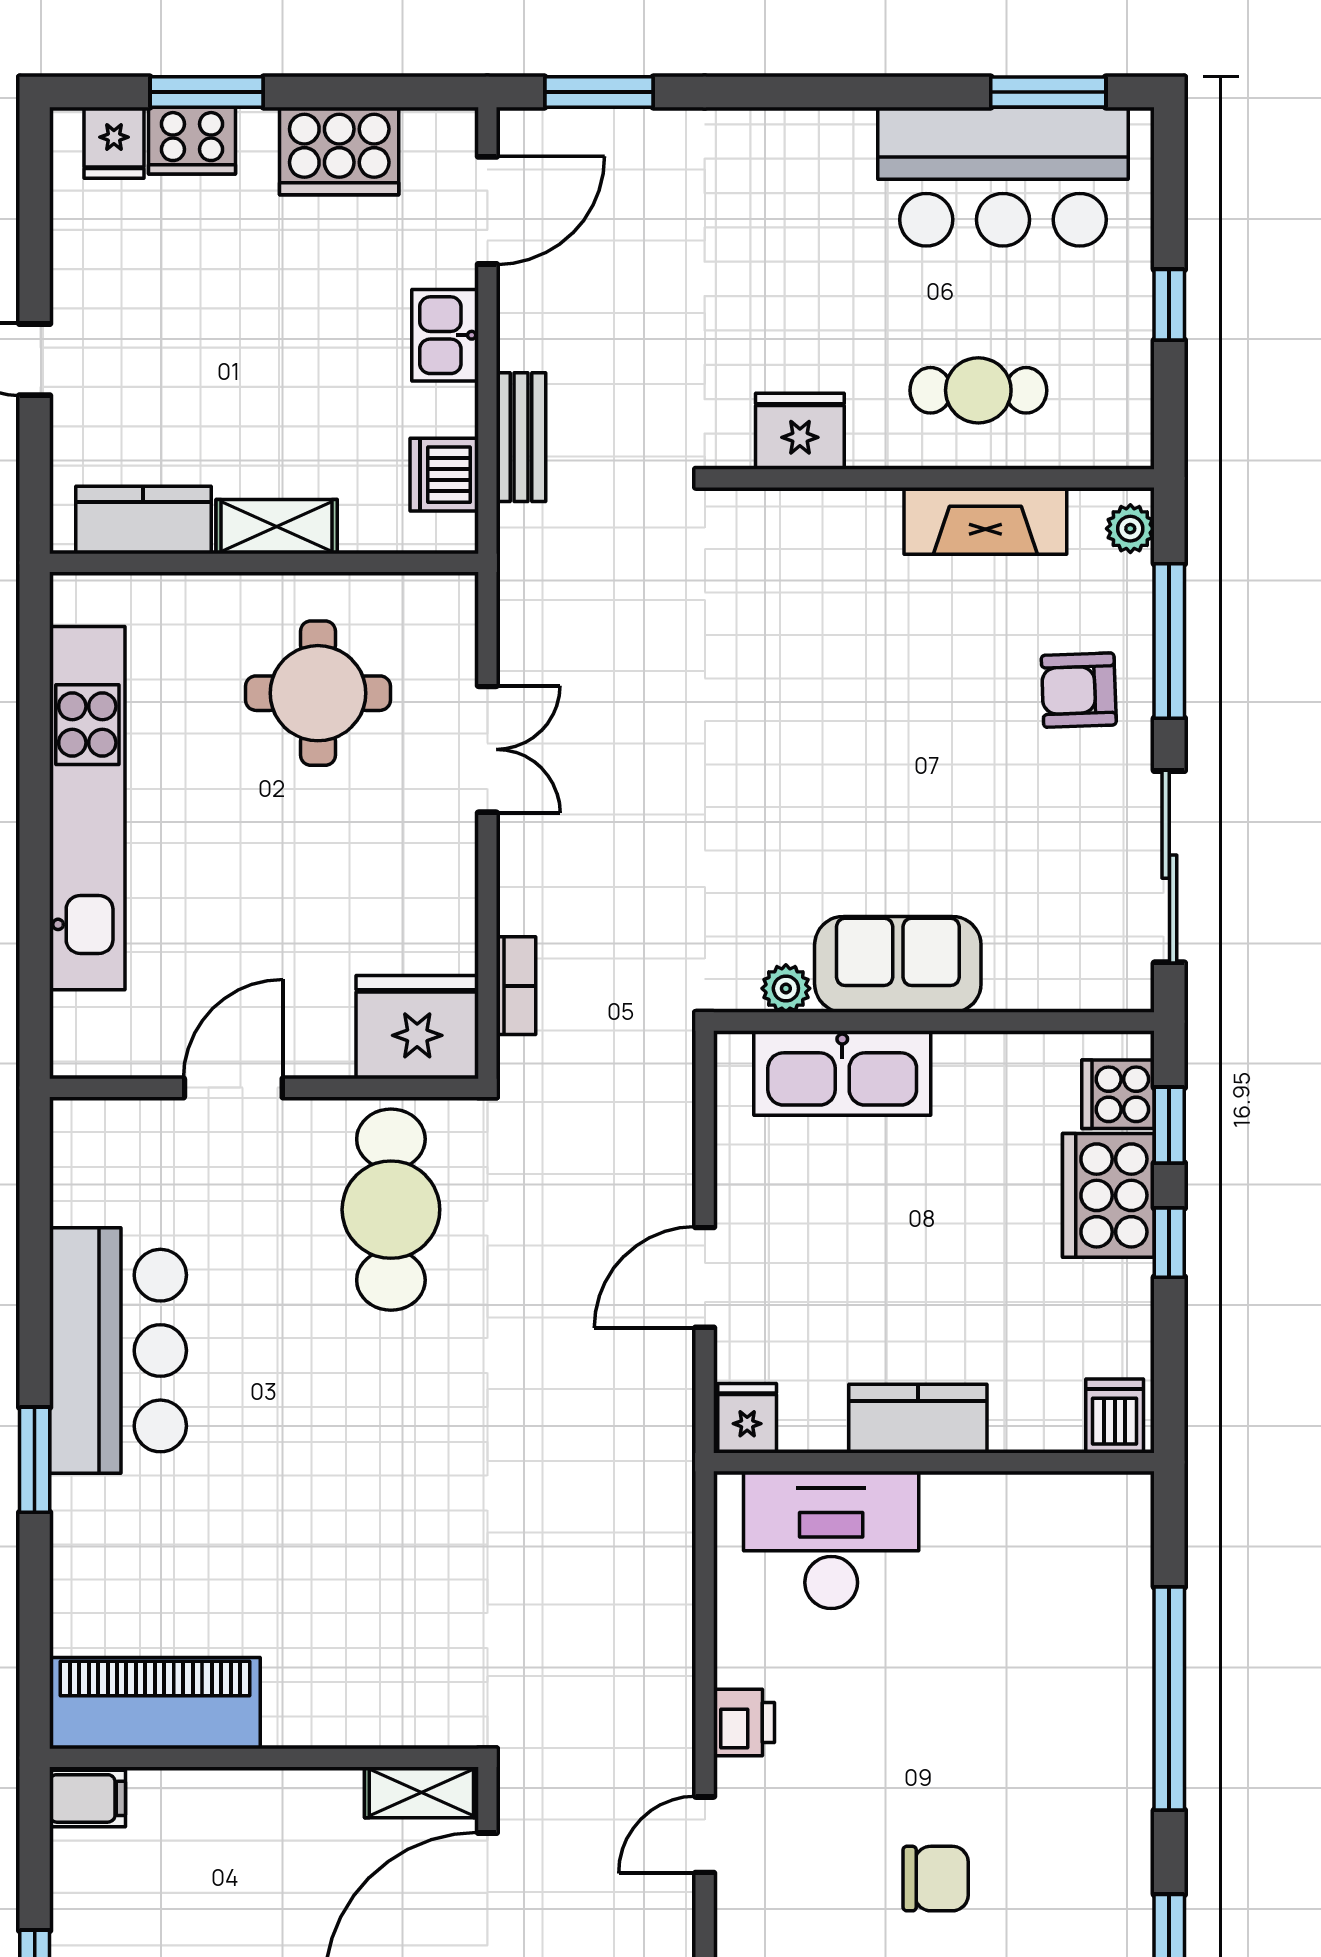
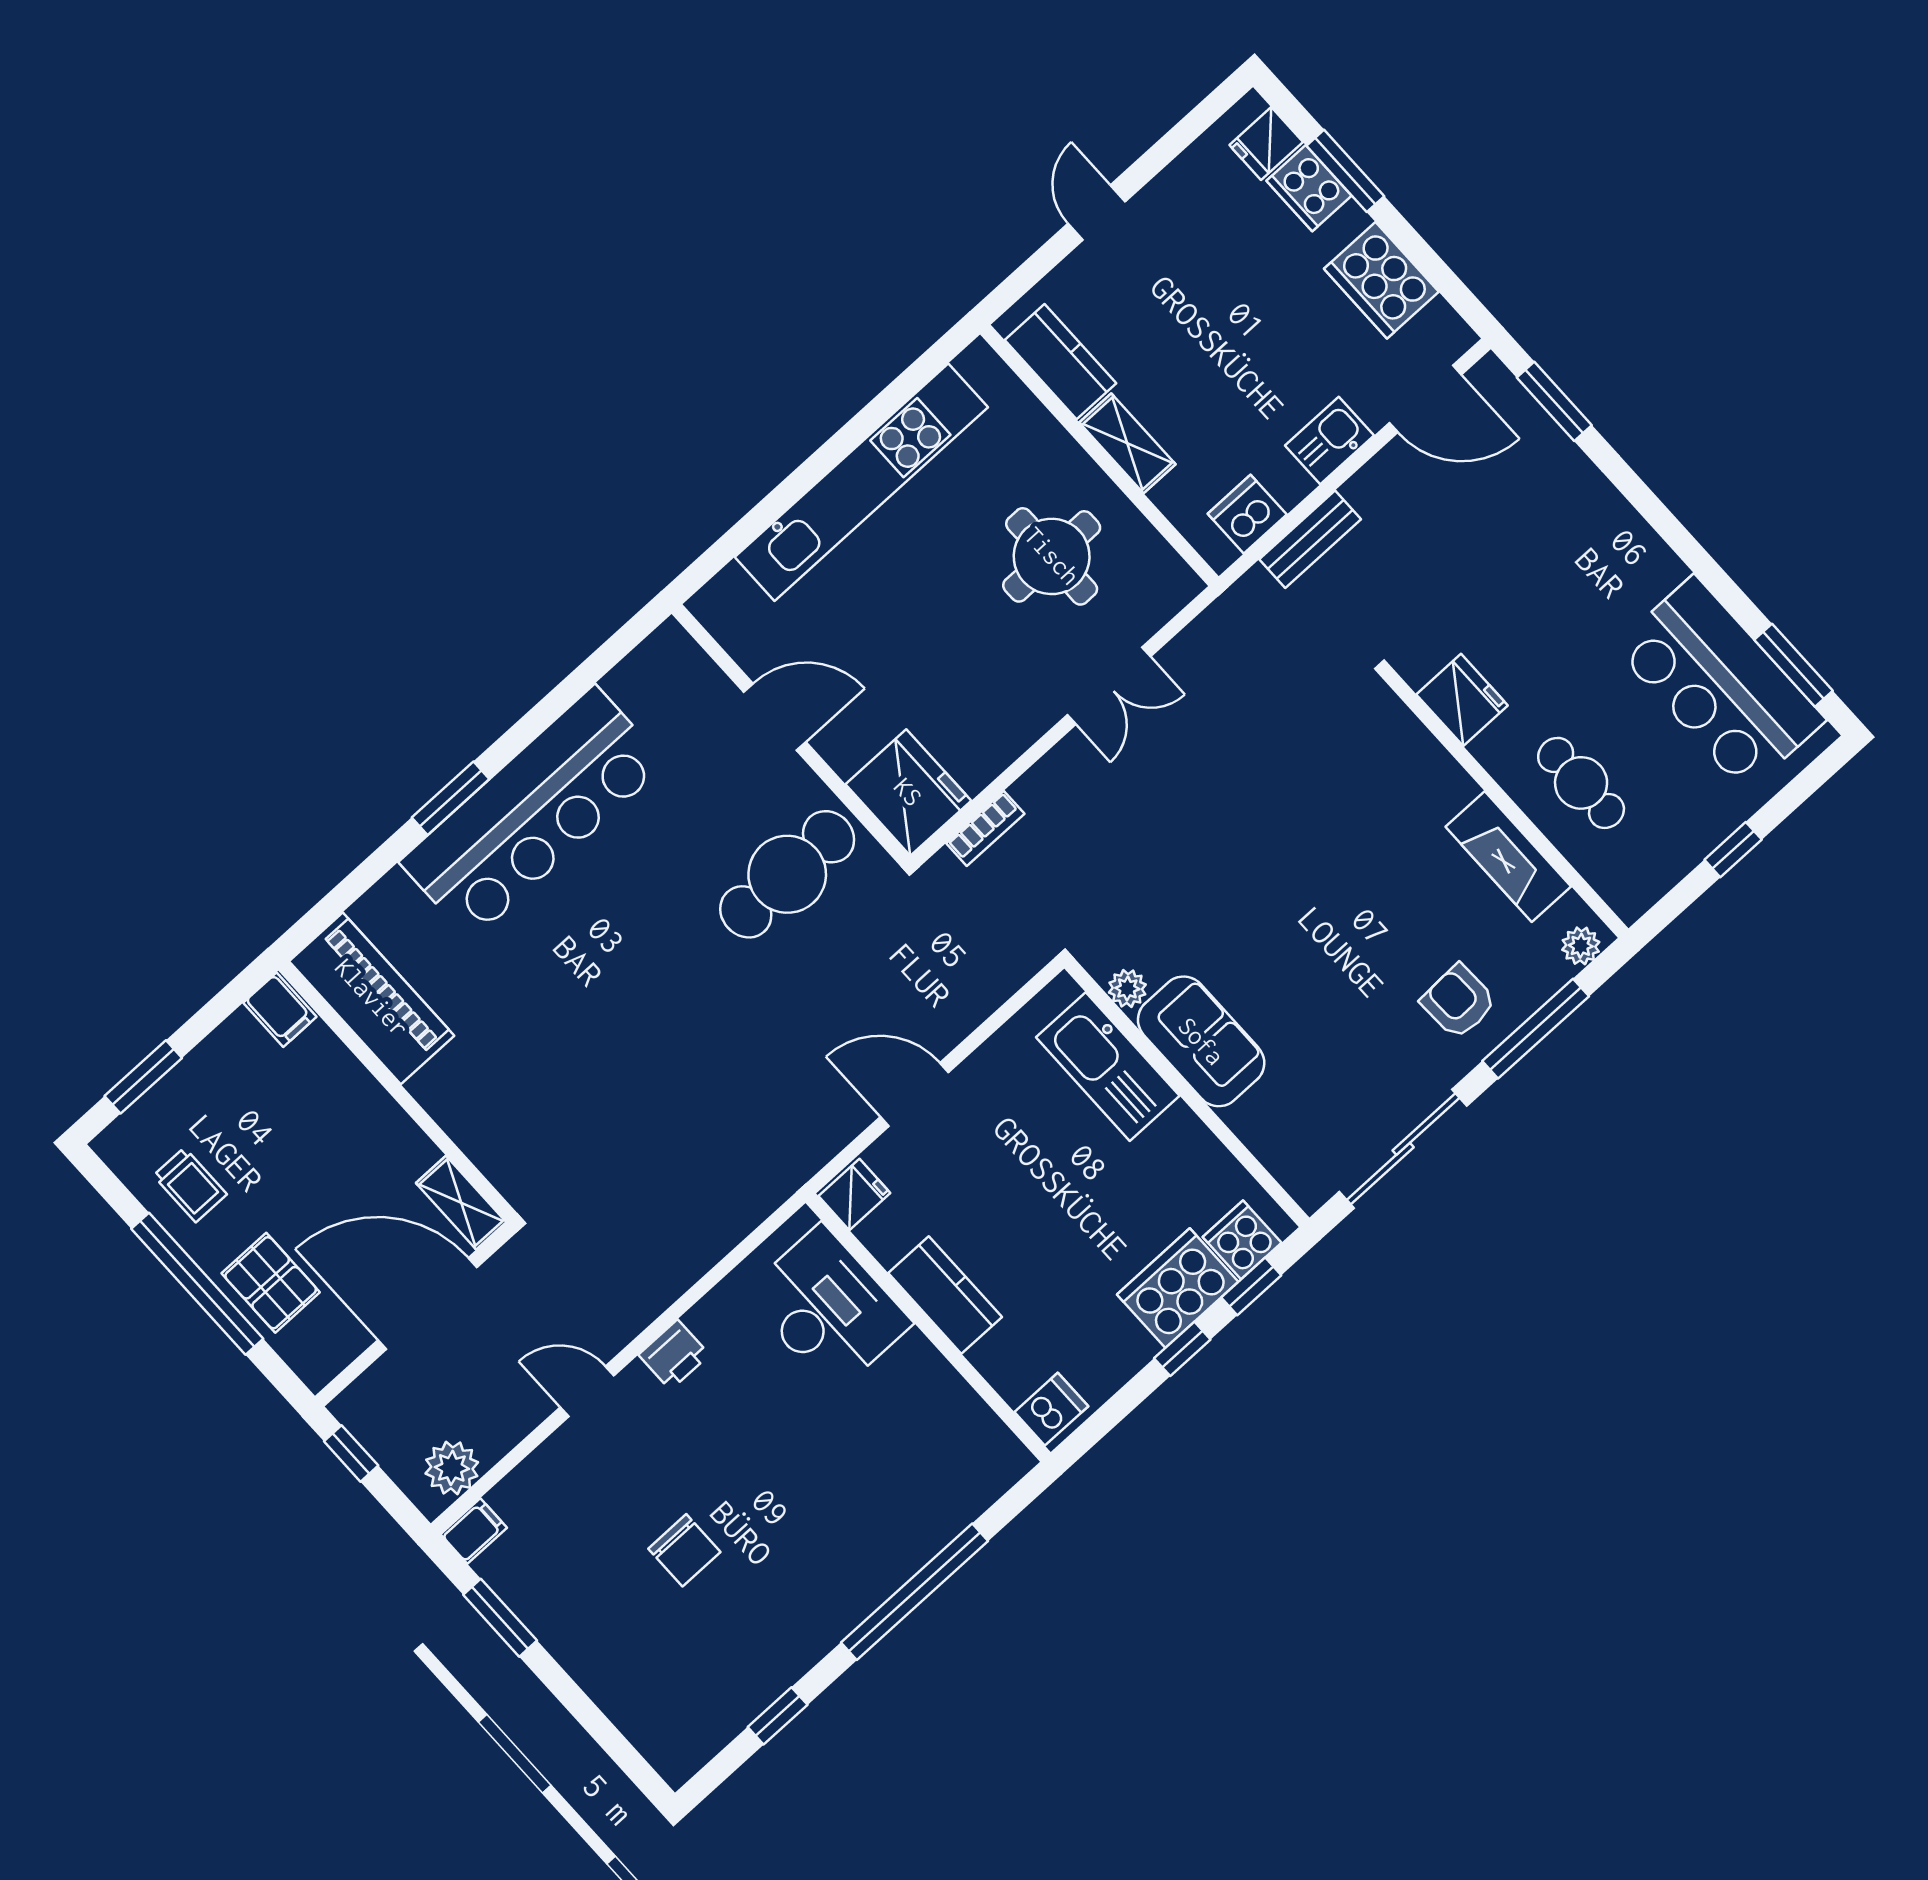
bar counter: (118, 1351) -> (533, 813), width x1.36

